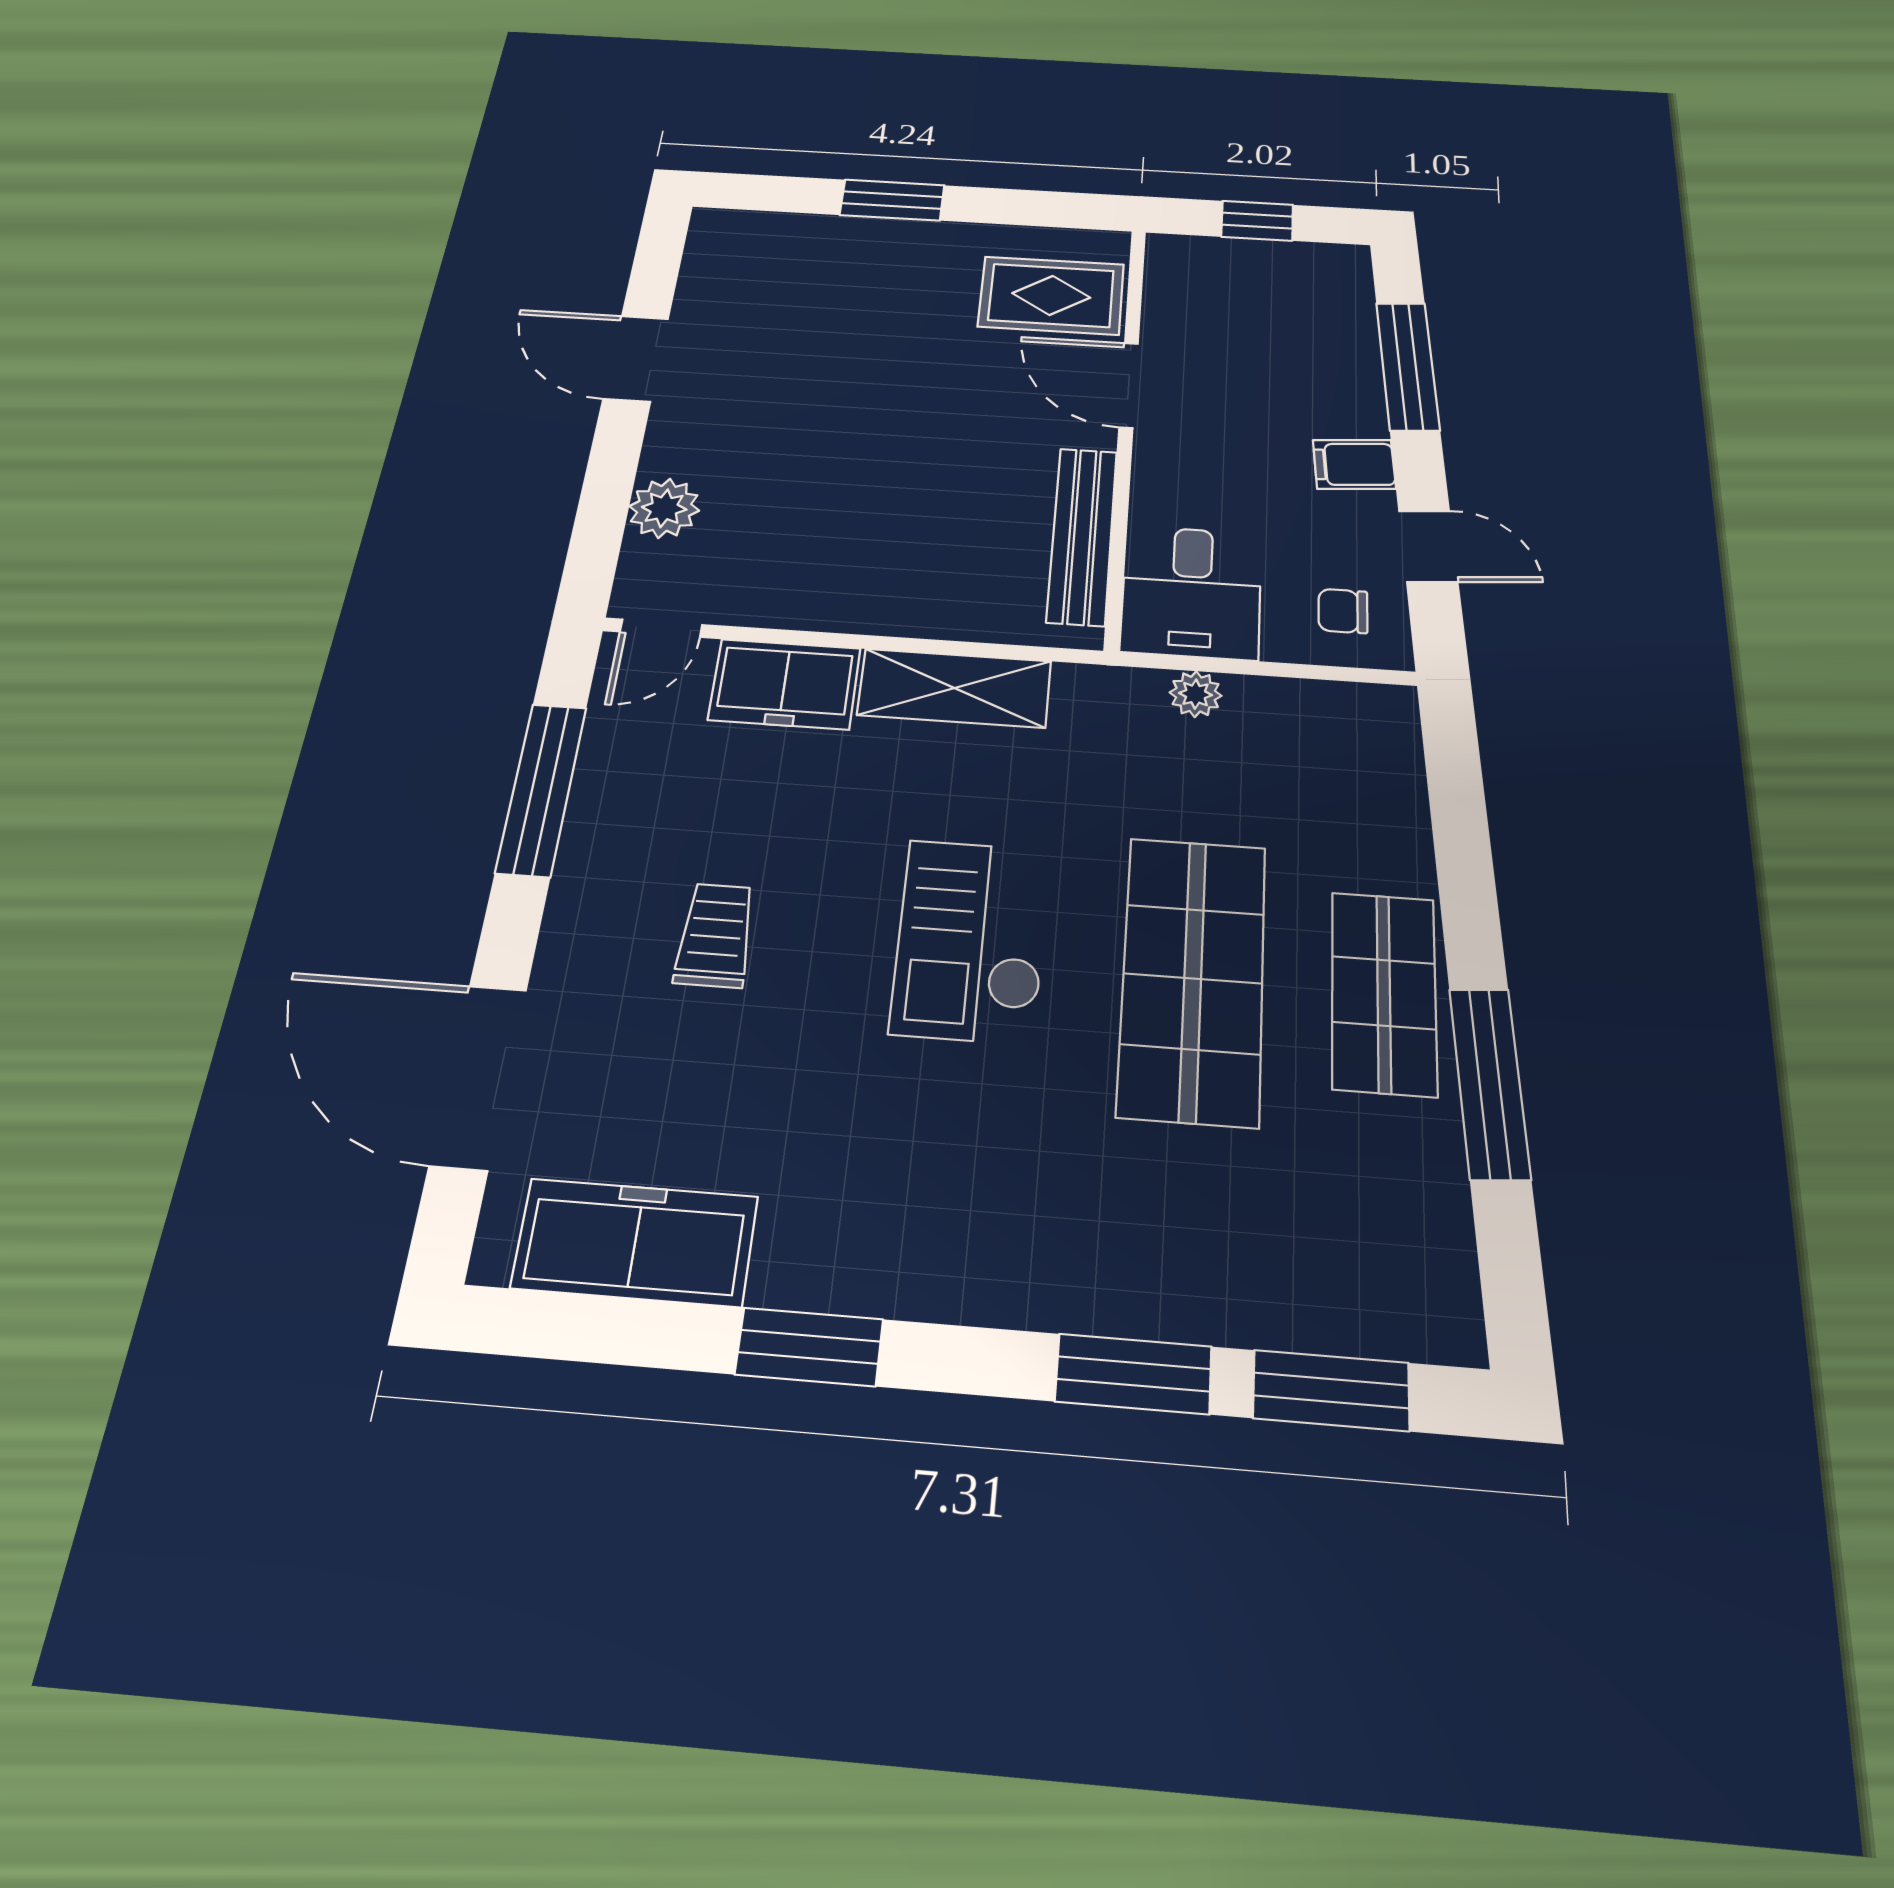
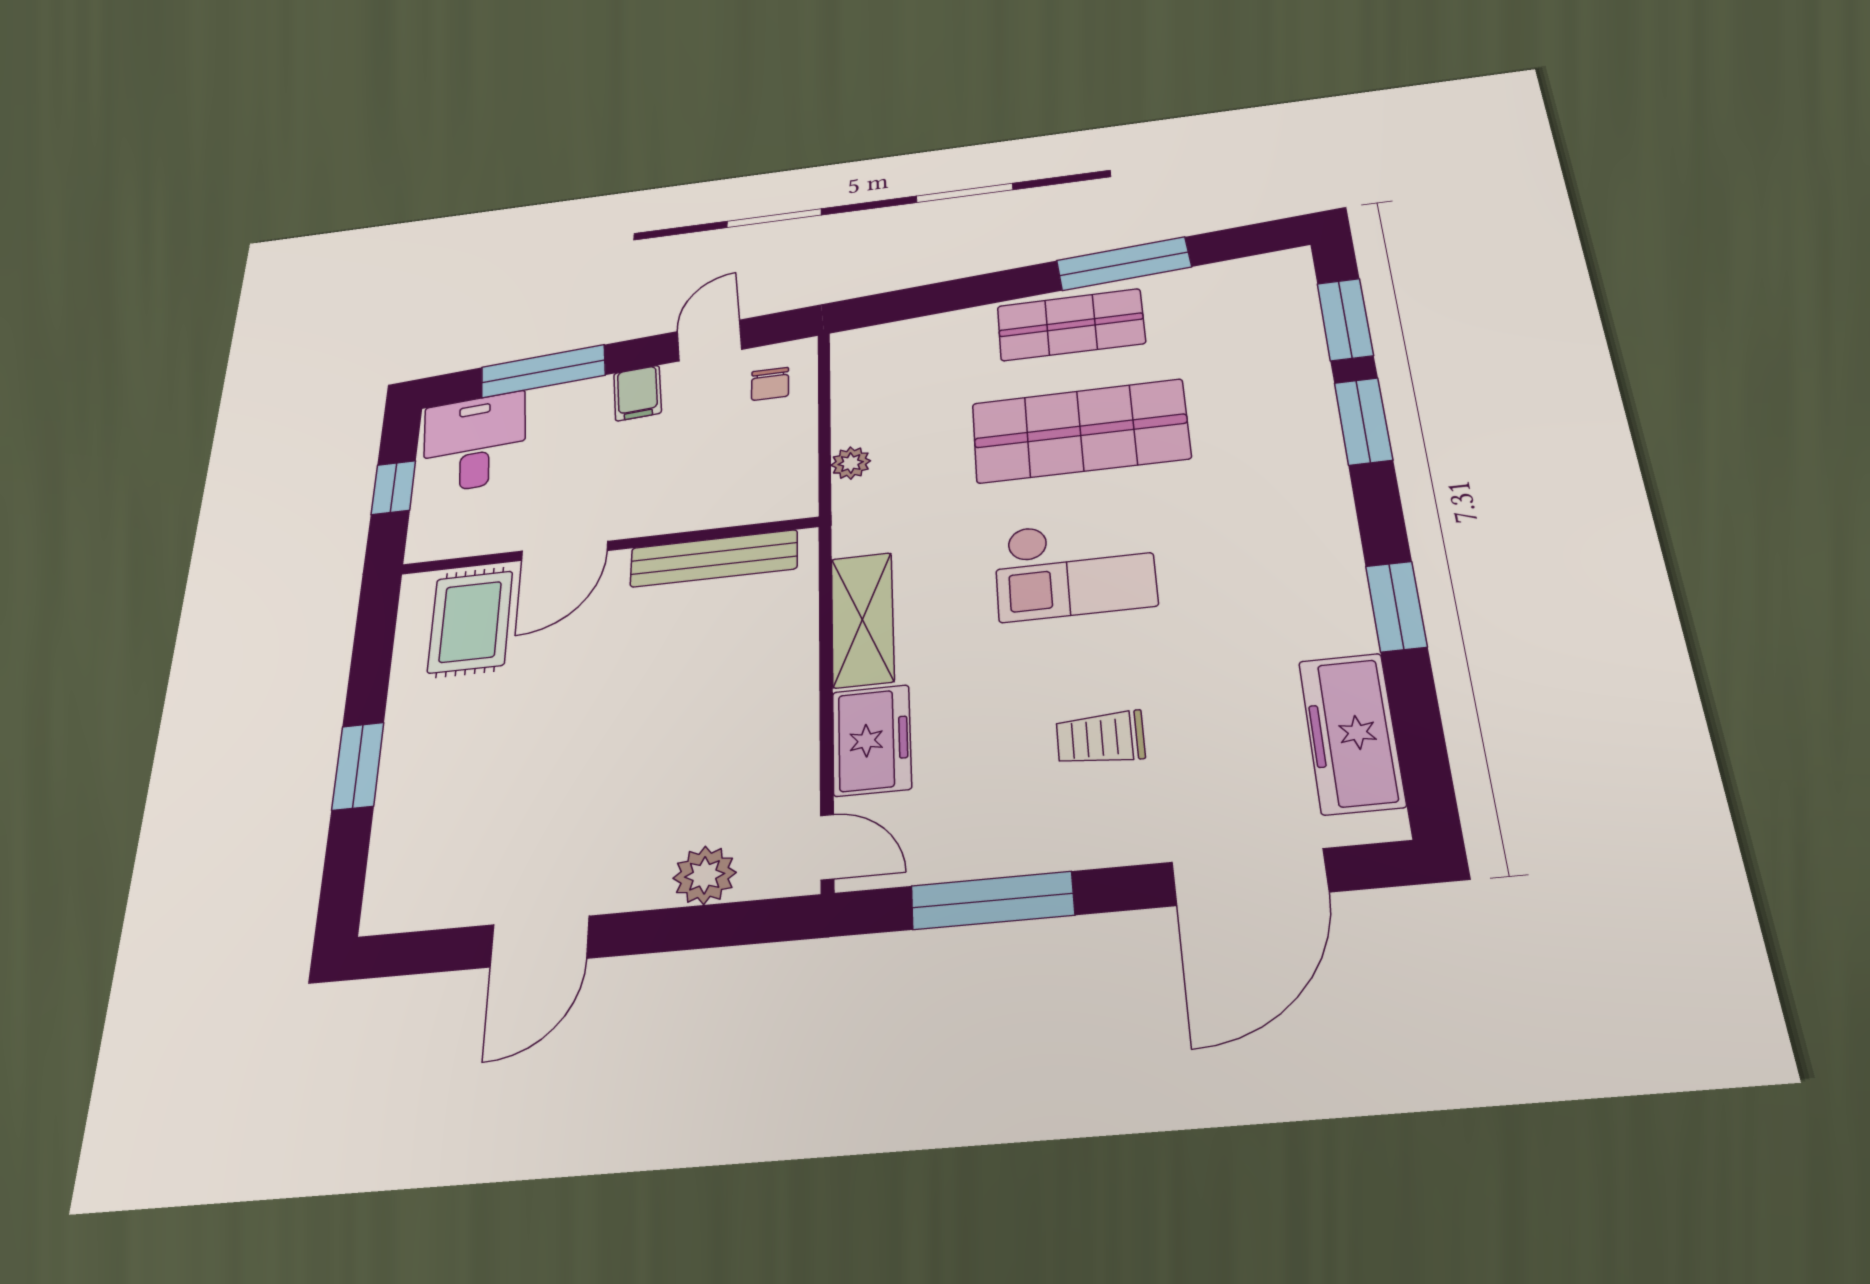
desk: (1191, 592) -> (475, 443), moved, turned -94

